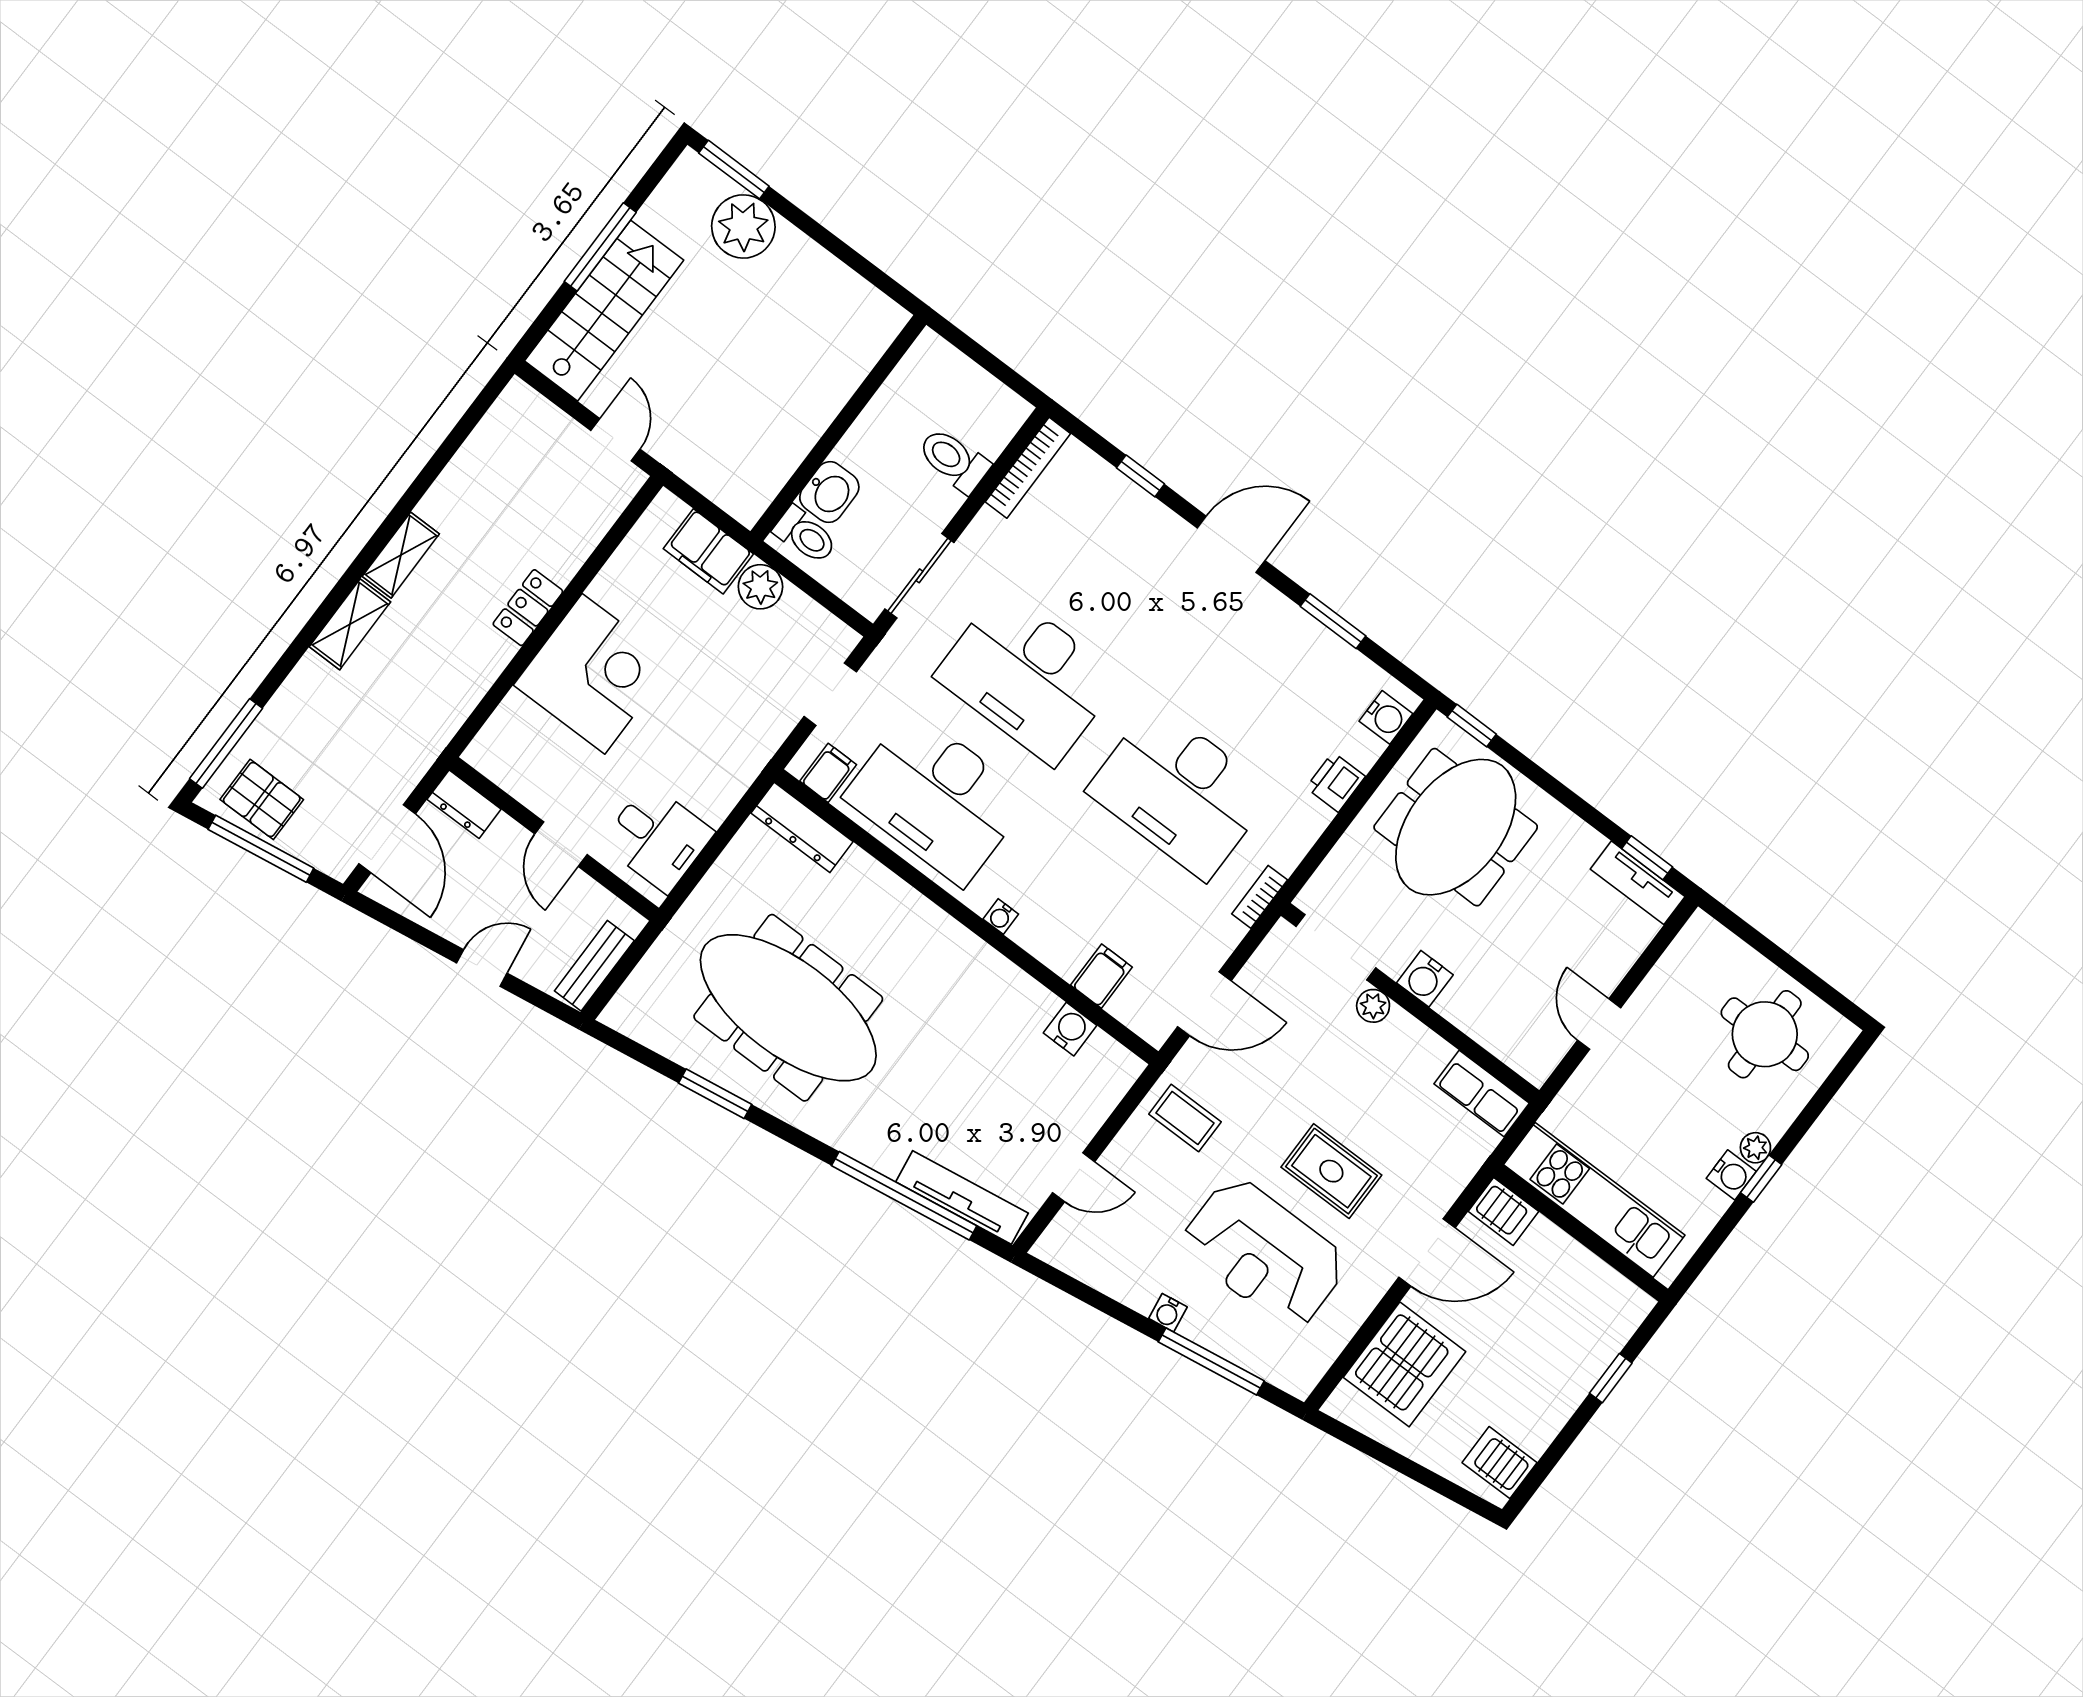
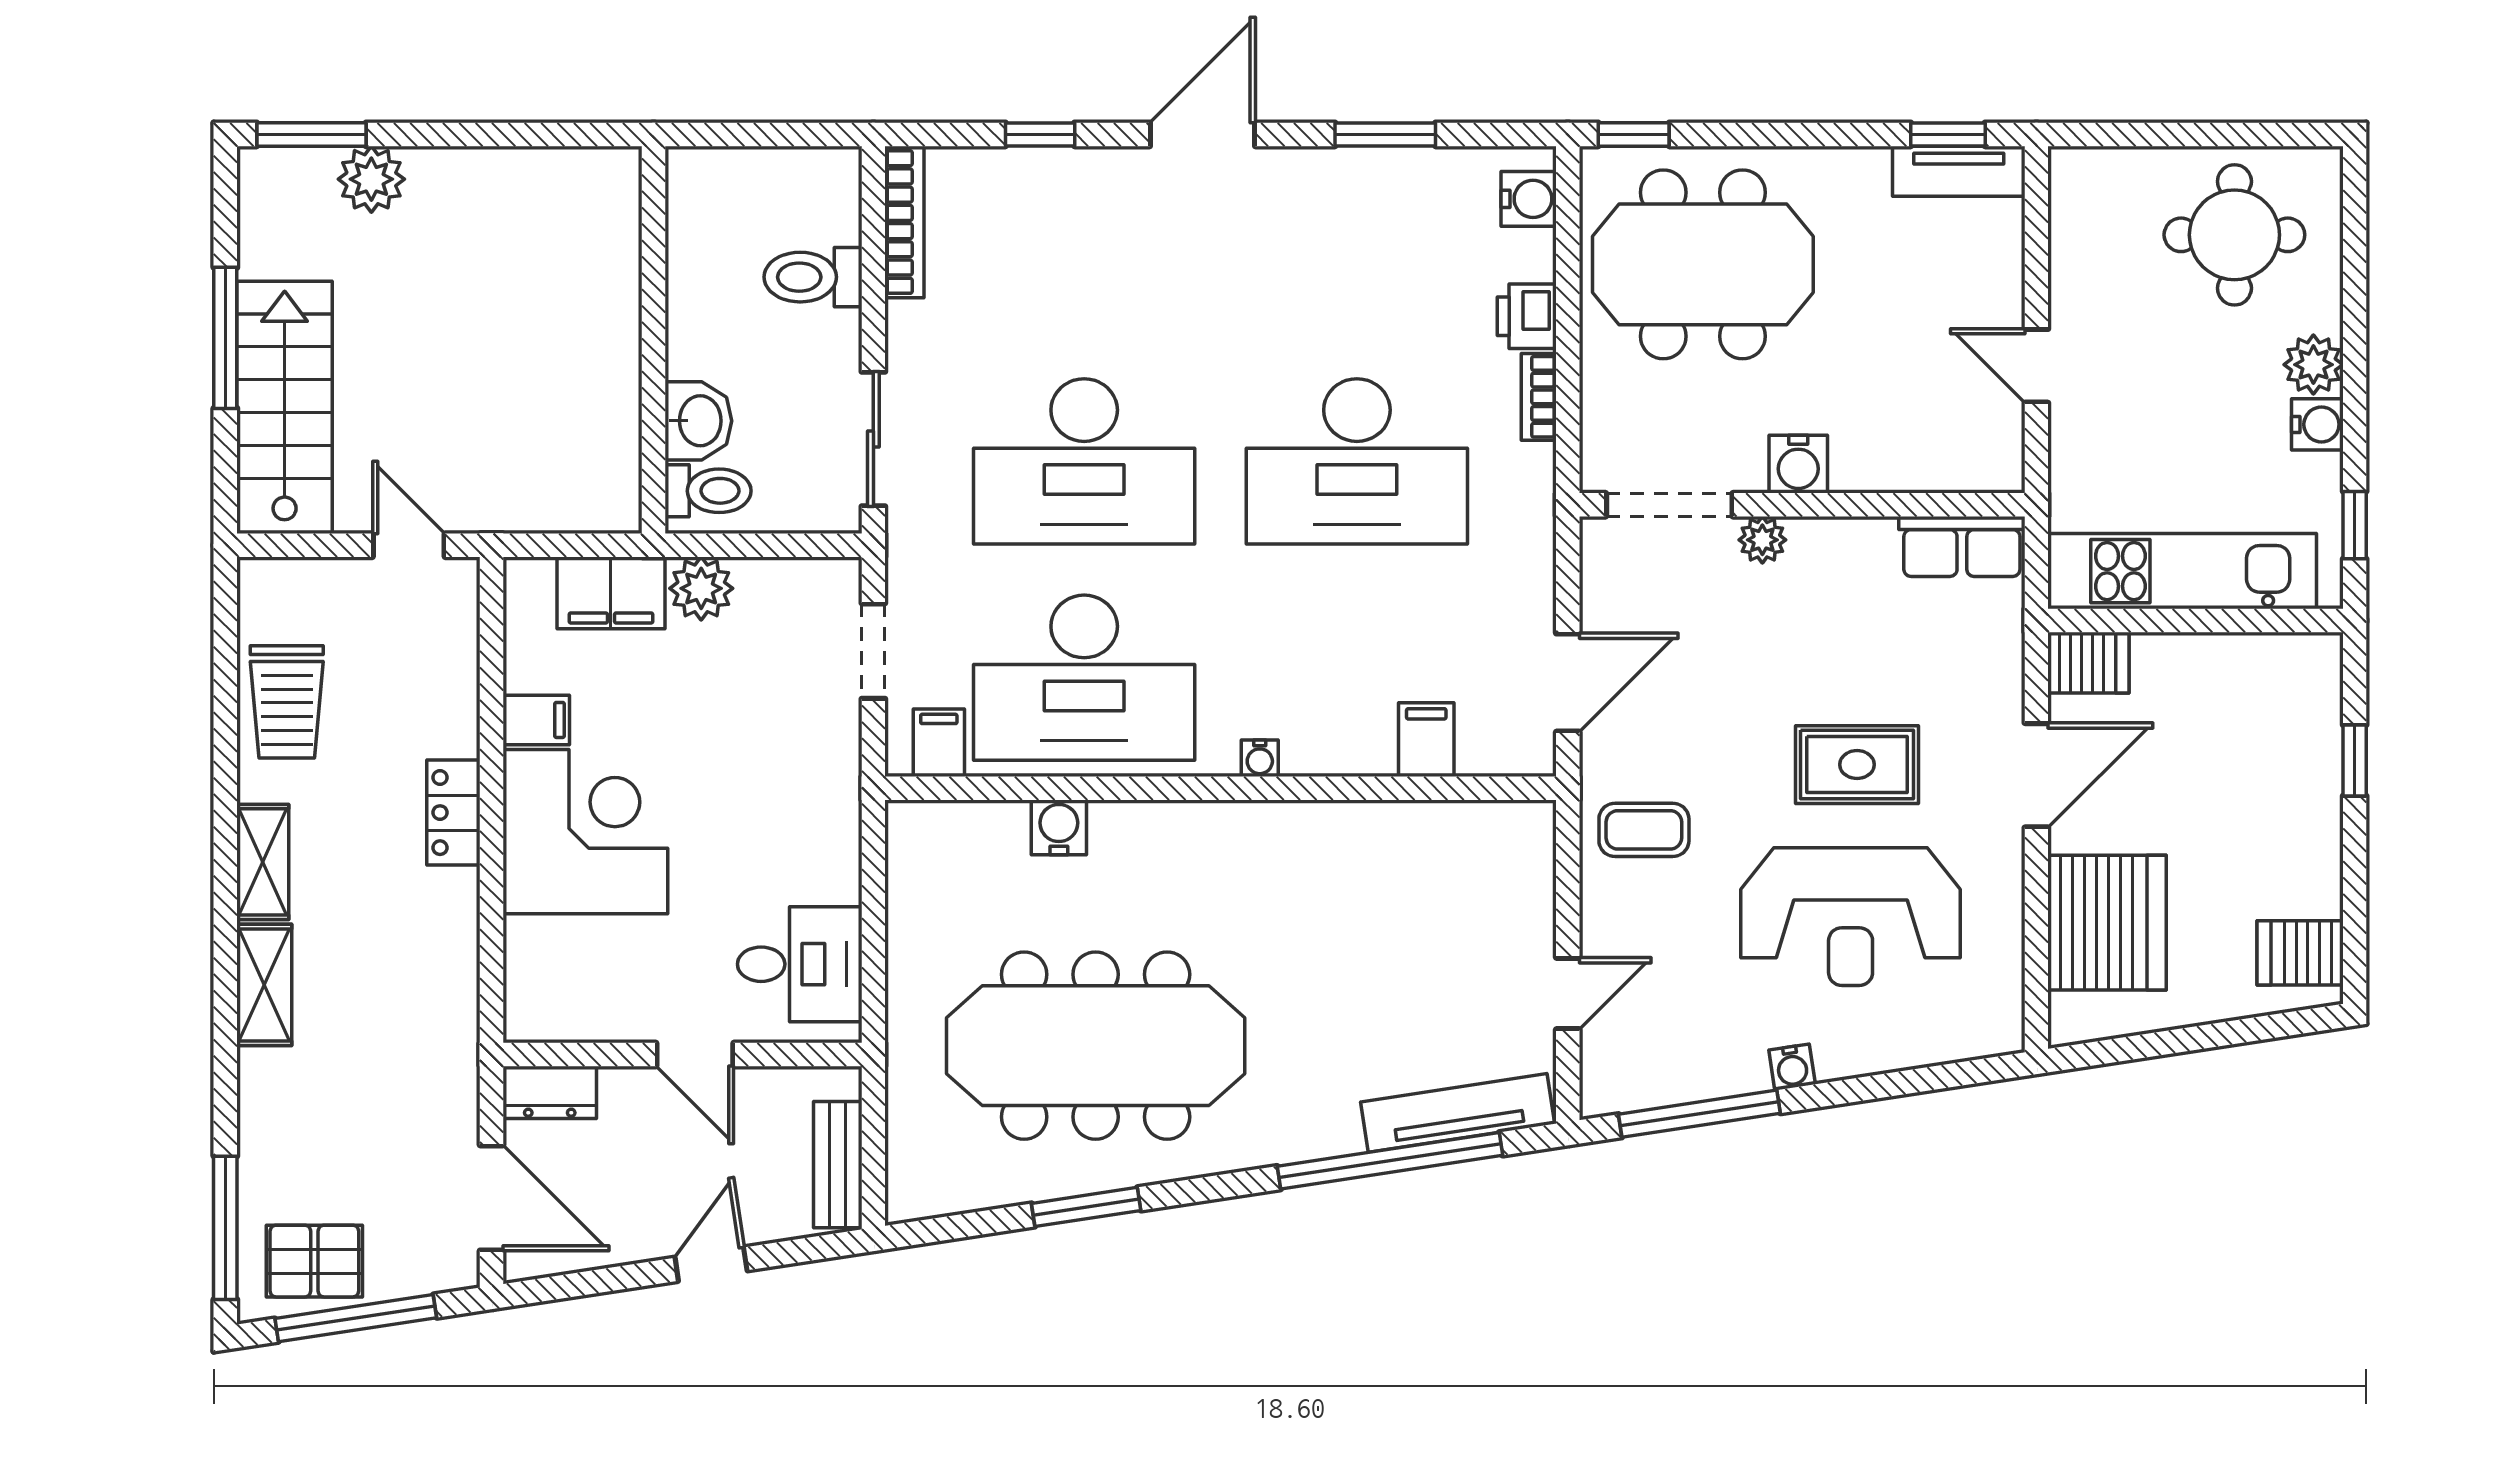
plant: (743, 226) -> (371, 179), width x0.73, depth x0.73
trolley: (481, 476) -> (287, 702), added
filing cabinet: (613, 591) -> (536, 720), added
dresser: (802, 827) -> (956, 828), removed
meeting table: (1456, 827) -> (1703, 264), turned 90
bookcase: (1260, 897) -> (1539, 397), moved
water cooler: (1070, 1029) -> (1059, 827), moved
plant: (1755, 1148) -> (2313, 365), width x1.38, depth x1.38
window: (1761, 1179) -> (2355, 525), moved
window: (1211, 1361) -> (1699, 1114), moved

